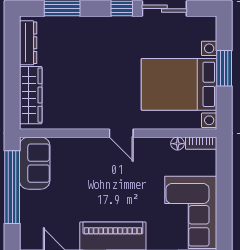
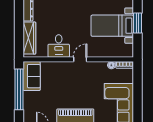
bed with nightstands: (179, 84) -> (112, 26), width x0.73
desk: (83, 109) -> (59, 46), added
door: (121, 133) -> (80, 59), swing flipped

